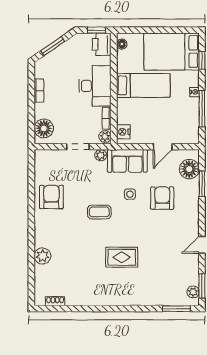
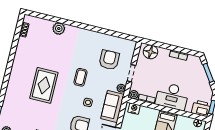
armchair: (51, 197) -> (109, 60), moved, turned -90
rug: (122, 257) -> (44, 85), width x1.36, depth x1.43

